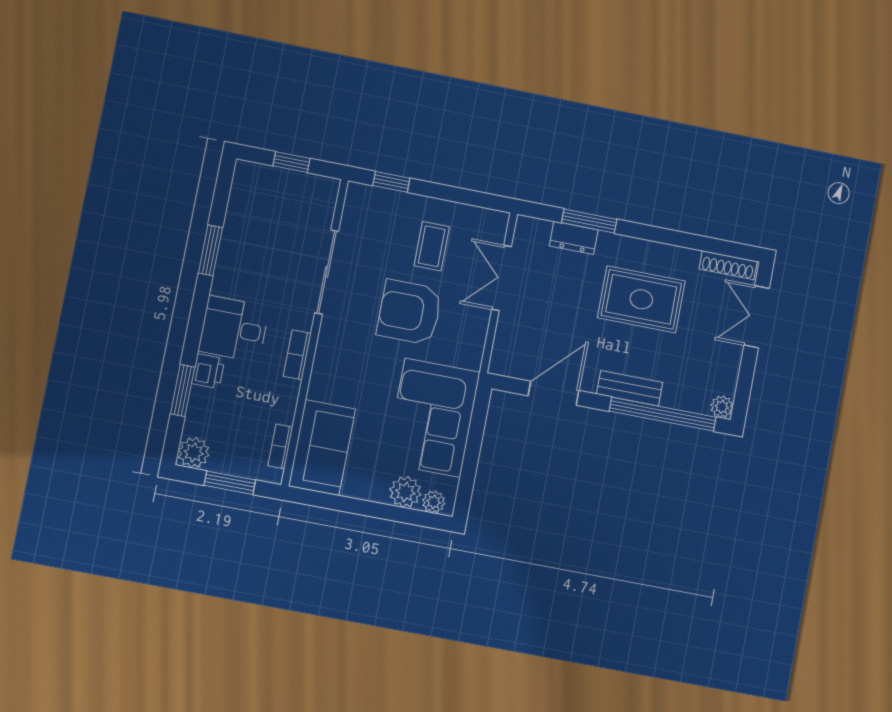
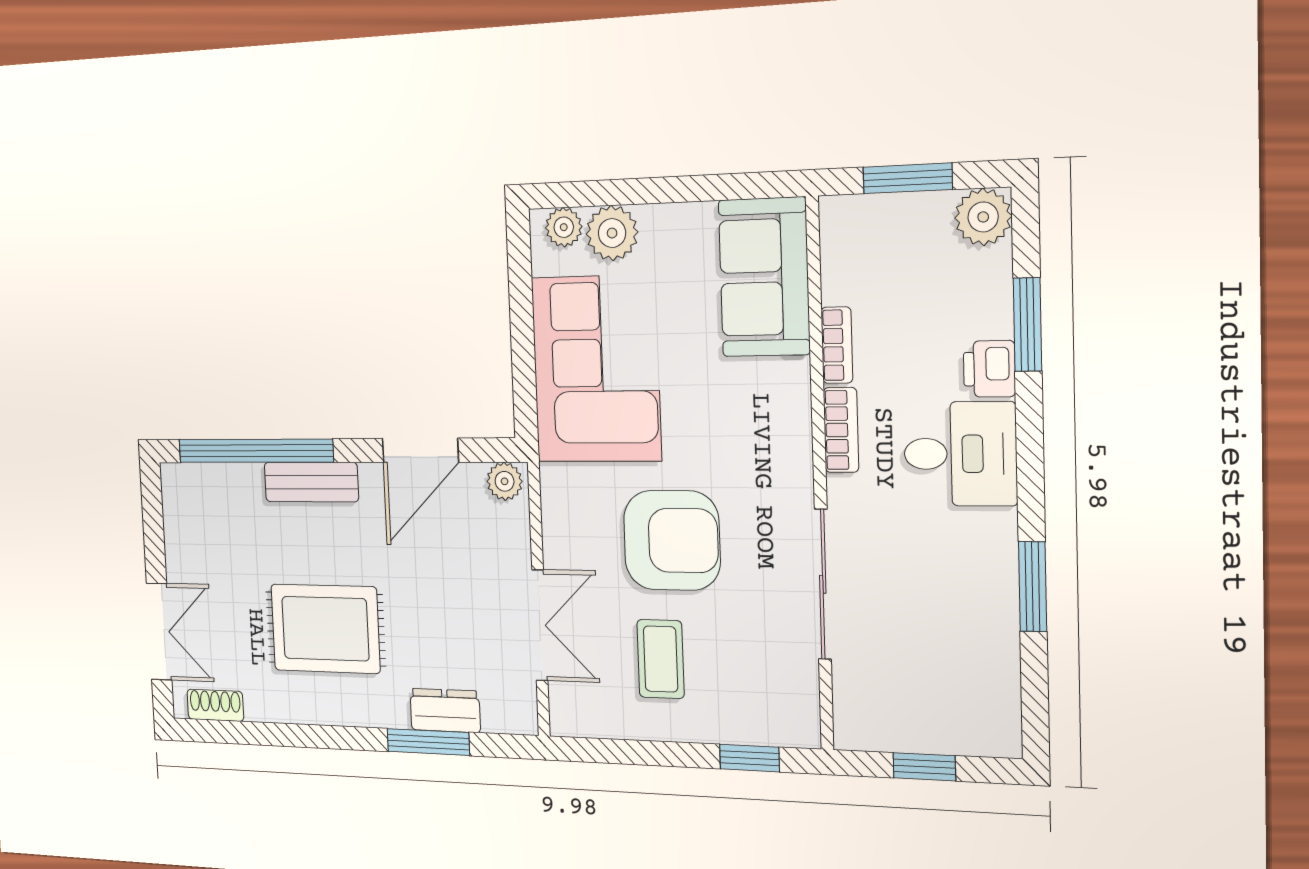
shoe rack: (728, 265) -> (215, 705), width x0.70
plant: (722, 407) -> (505, 481), moved
bookcase: (280, 447) -> (837, 345), moved

